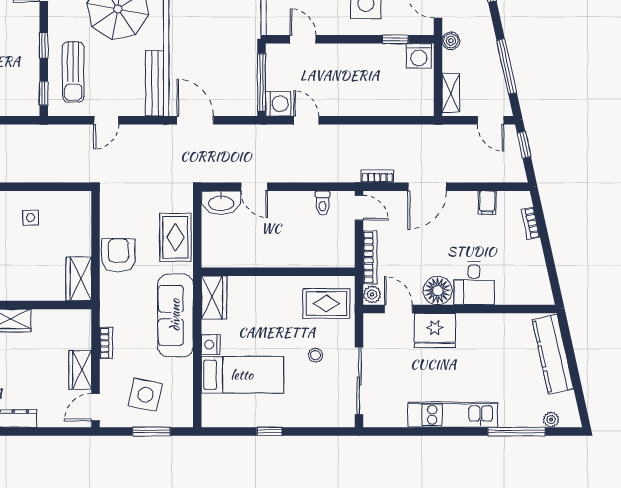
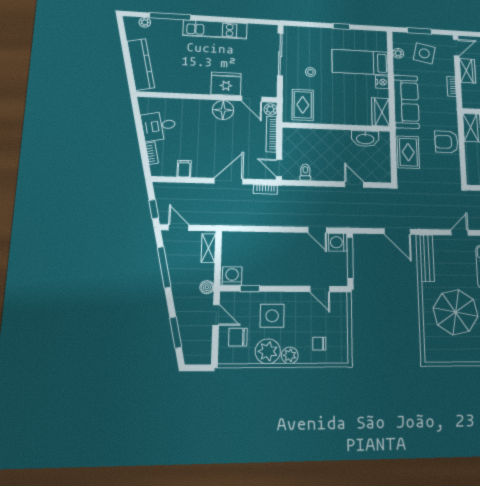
washbasin: (221, 203) -> (365, 139), moved, turned 180
armchair: (118, 255) -> (446, 142), turned 90
desk: (474, 283) -> (159, 126), moved, turned -102
rug: (326, 303) -> (303, 105), turned 90
plant: (185, 393) -> (398, 53), added

